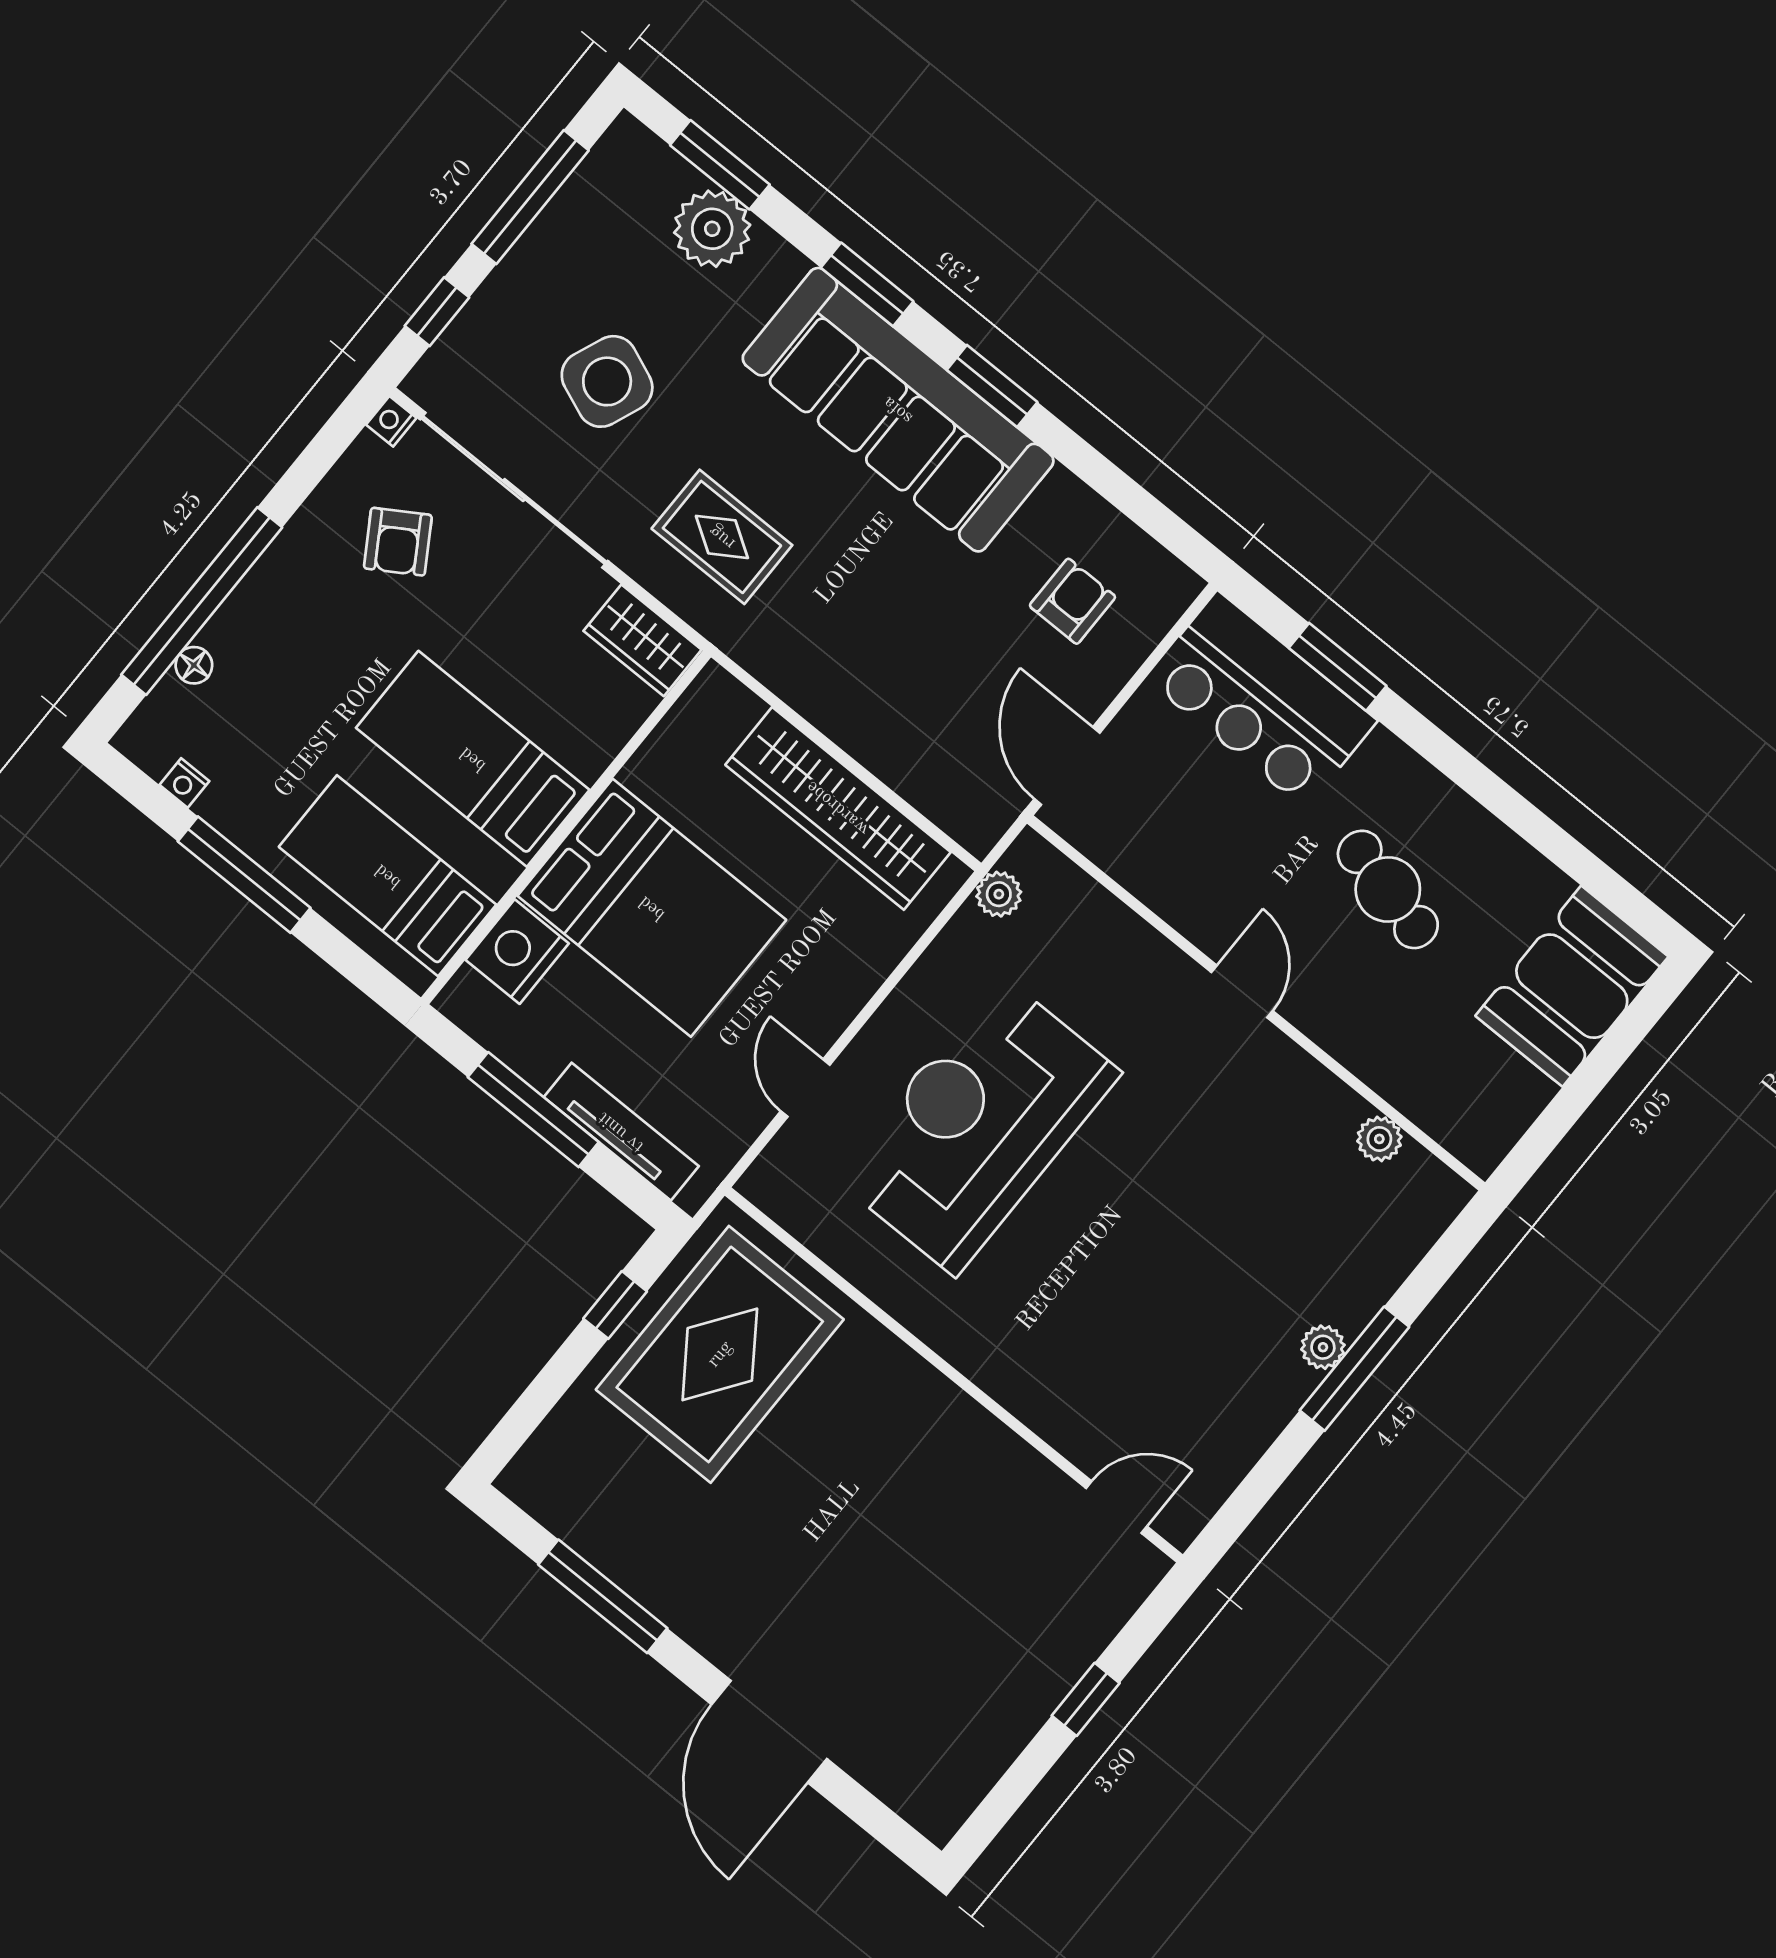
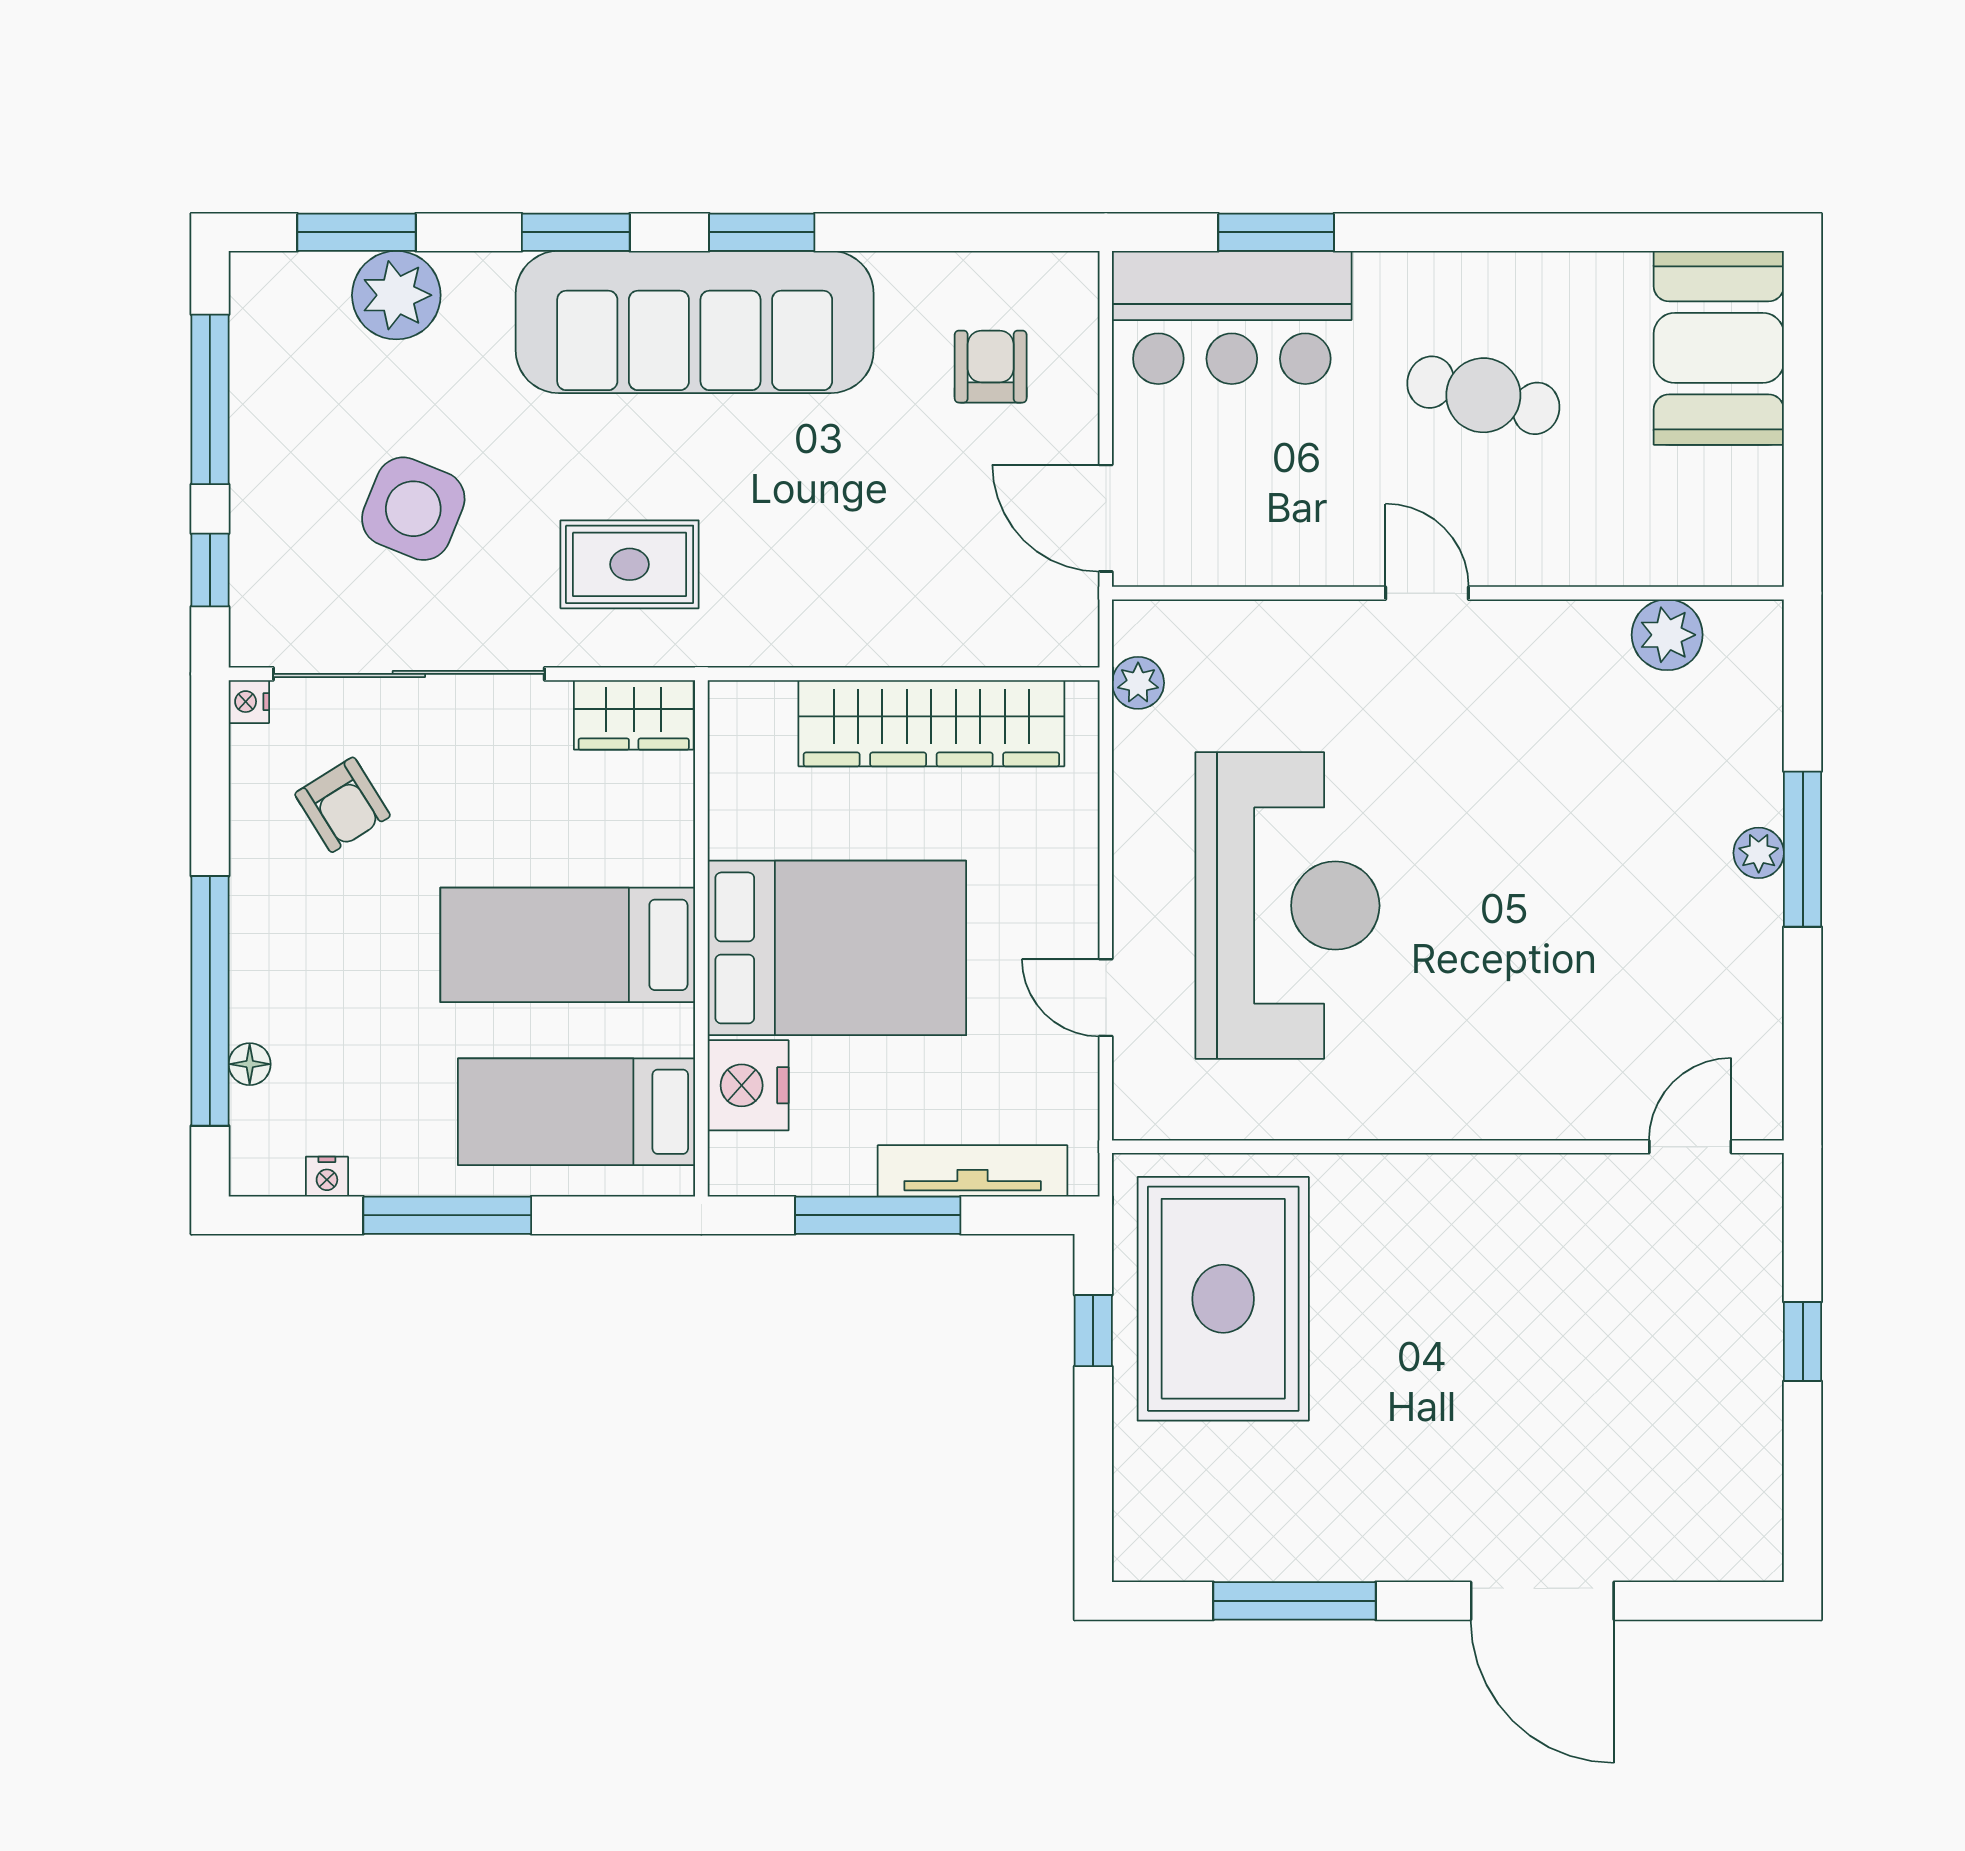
reception desk: (978, 1125) -> (1287, 906), turned 180
plant: (1379, 1139) -> (1667, 635), width x1.38, depth x1.38

